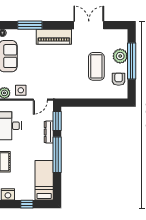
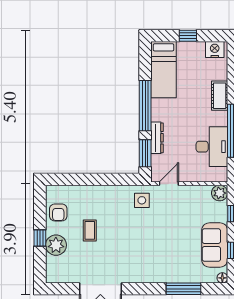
piano: (54, 37) -> (150, 272), removed
window: (132, 61) -> (40, 238), width x0.32
coffee table: (96, 66) -> (90, 230), width x0.54, depth x0.58
side table: (21, 90) -> (142, 200), moved

